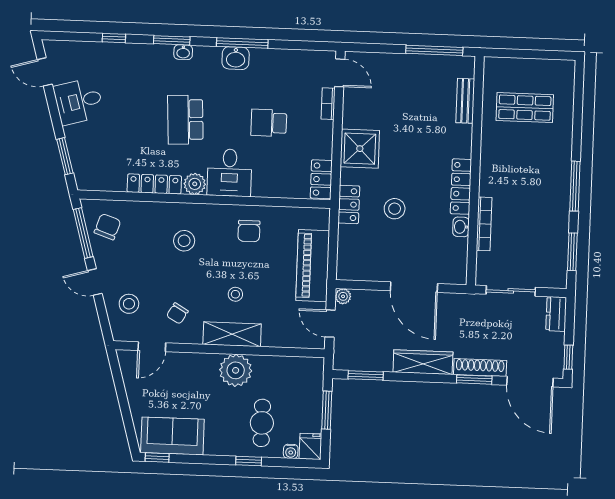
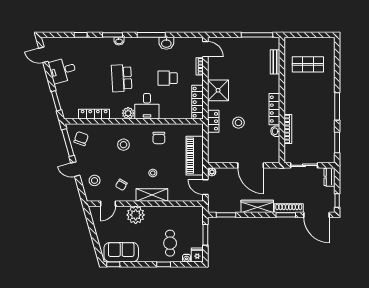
washbasin: (236, 58) -> (166, 43), moved
locker: (321, 179) -> (198, 102), width x1.53
locker: (154, 184) -> (94, 114), moved
plant: (236, 370) -> (136, 215), moved

